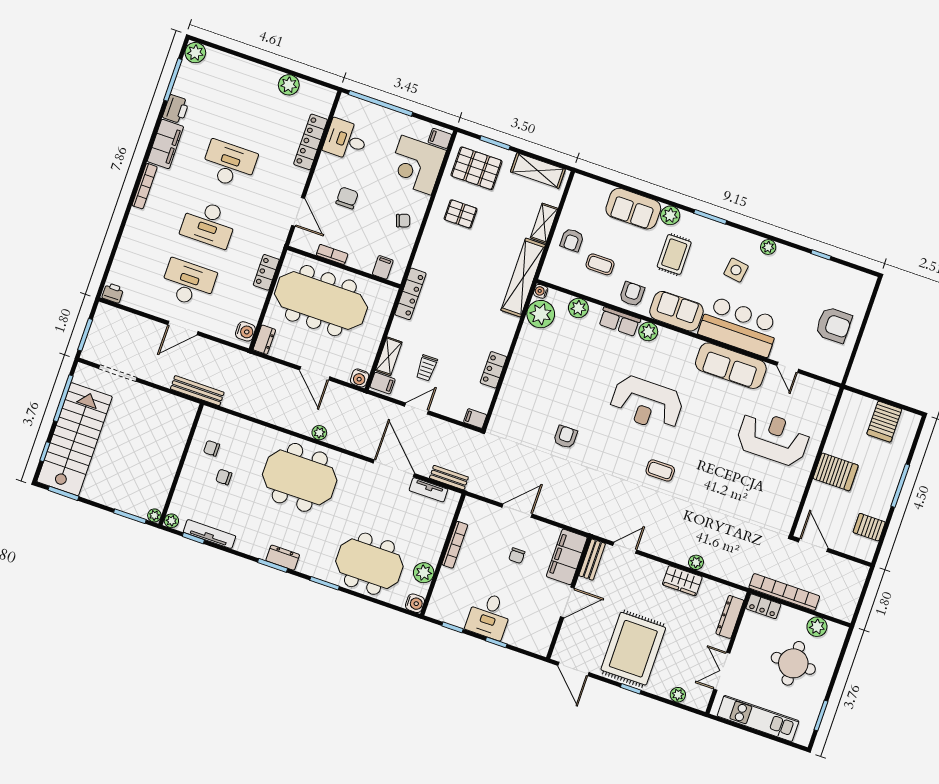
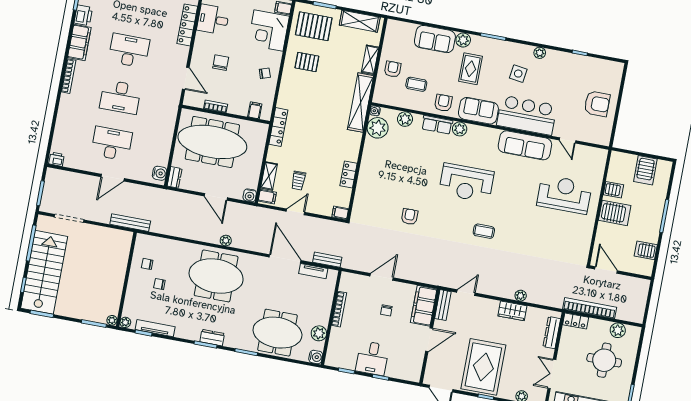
armchair: (572, 240) -> (393, 69), turned 180
locker: (266, 272) -> (169, 127), removed
server rack: (839, 441) -> (613, 190), added

